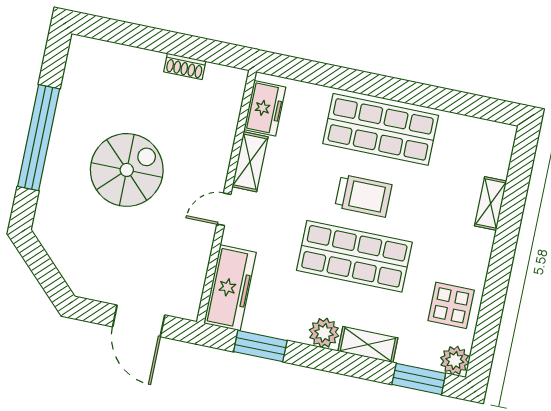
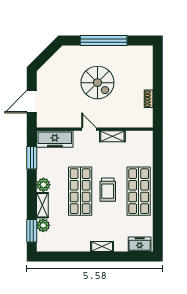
freezer: (265, 108) -> (140, 244), moved, turned 180
shelving: (491, 204) -> (102, 247), moved
display table: (451, 305) -> (67, 238), removed
plant: (455, 360) -> (43, 225), moved

